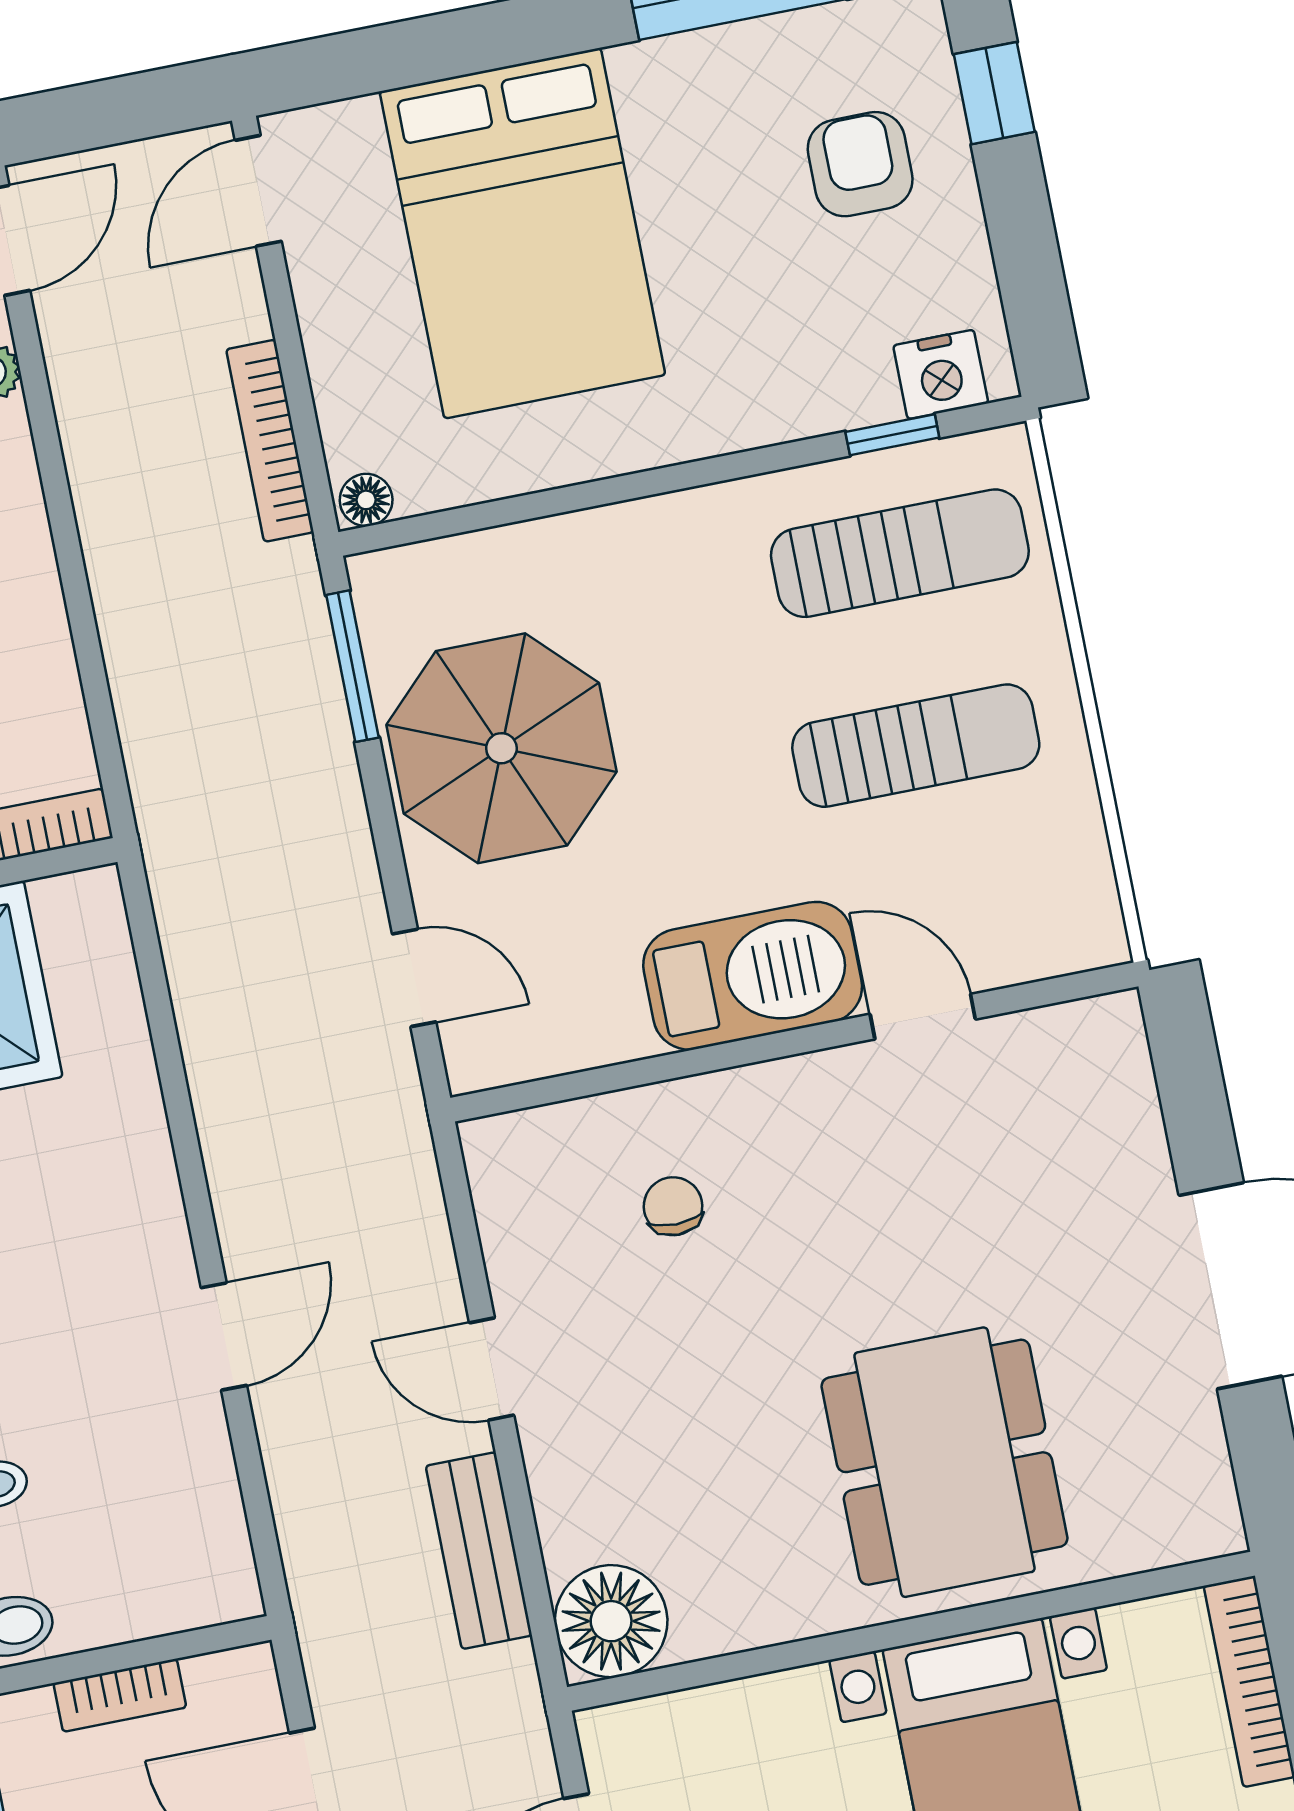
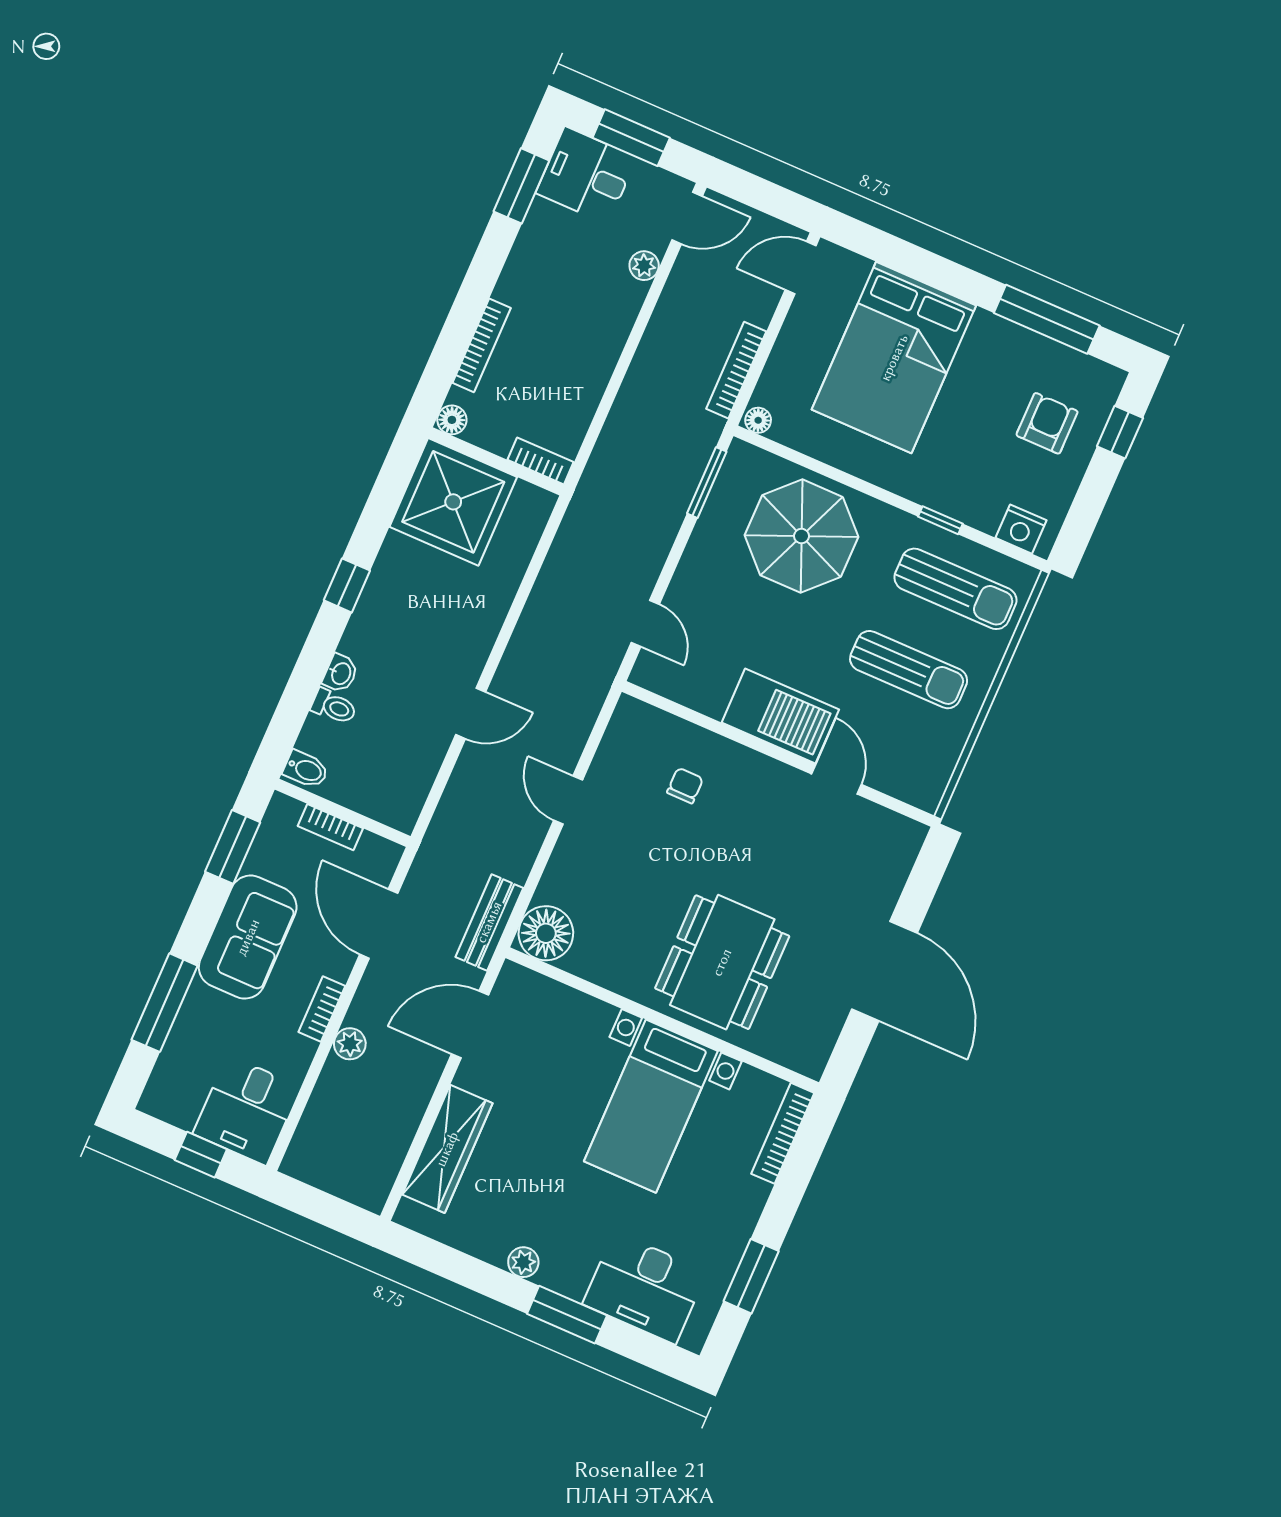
window: (892, 435) -> (940, 520), moved
parasol: (501, 748) -> (802, 536), moved
bench: (479, 1551) -> (489, 922), moved

